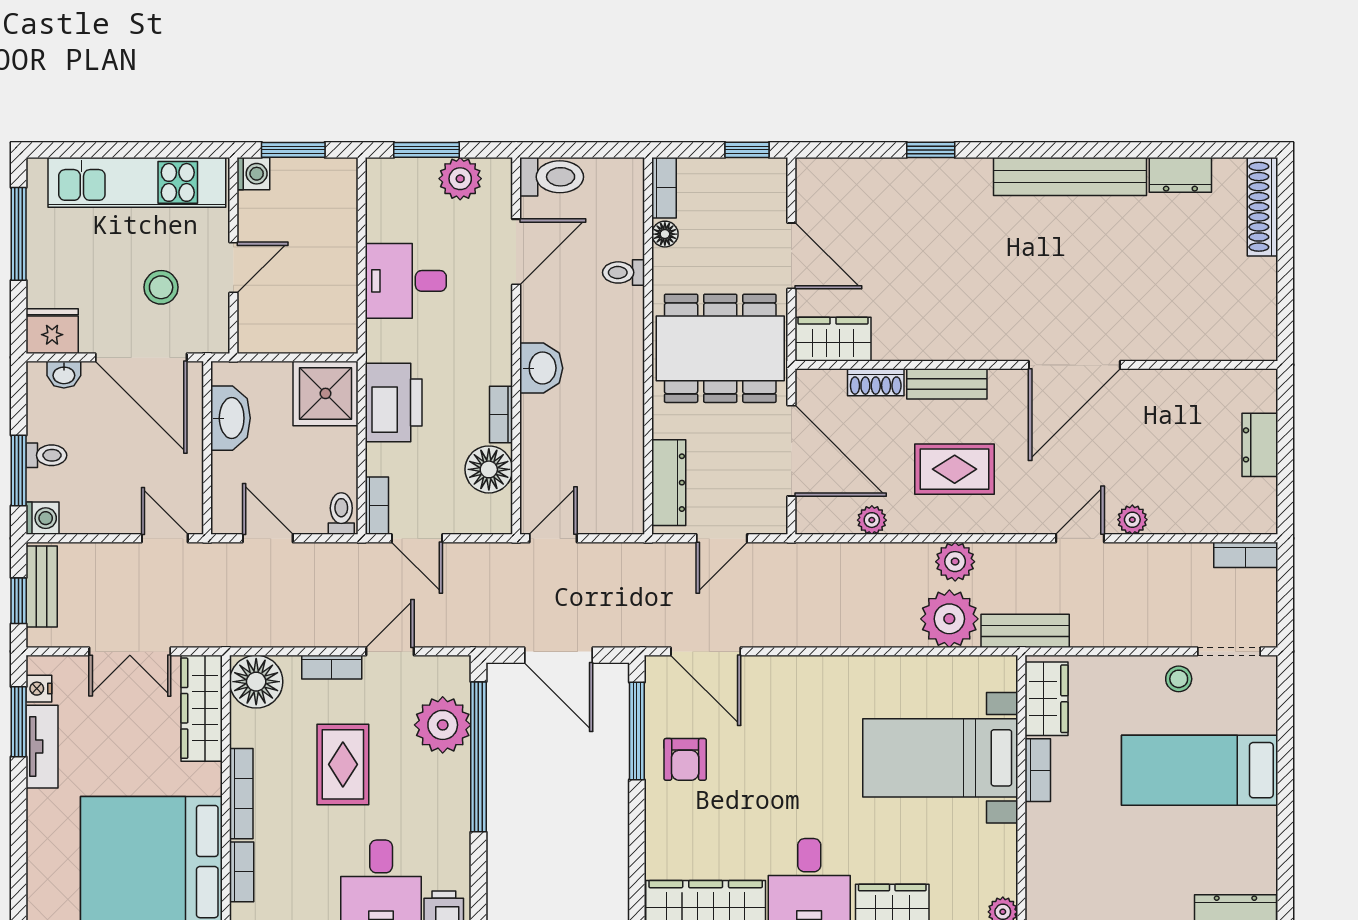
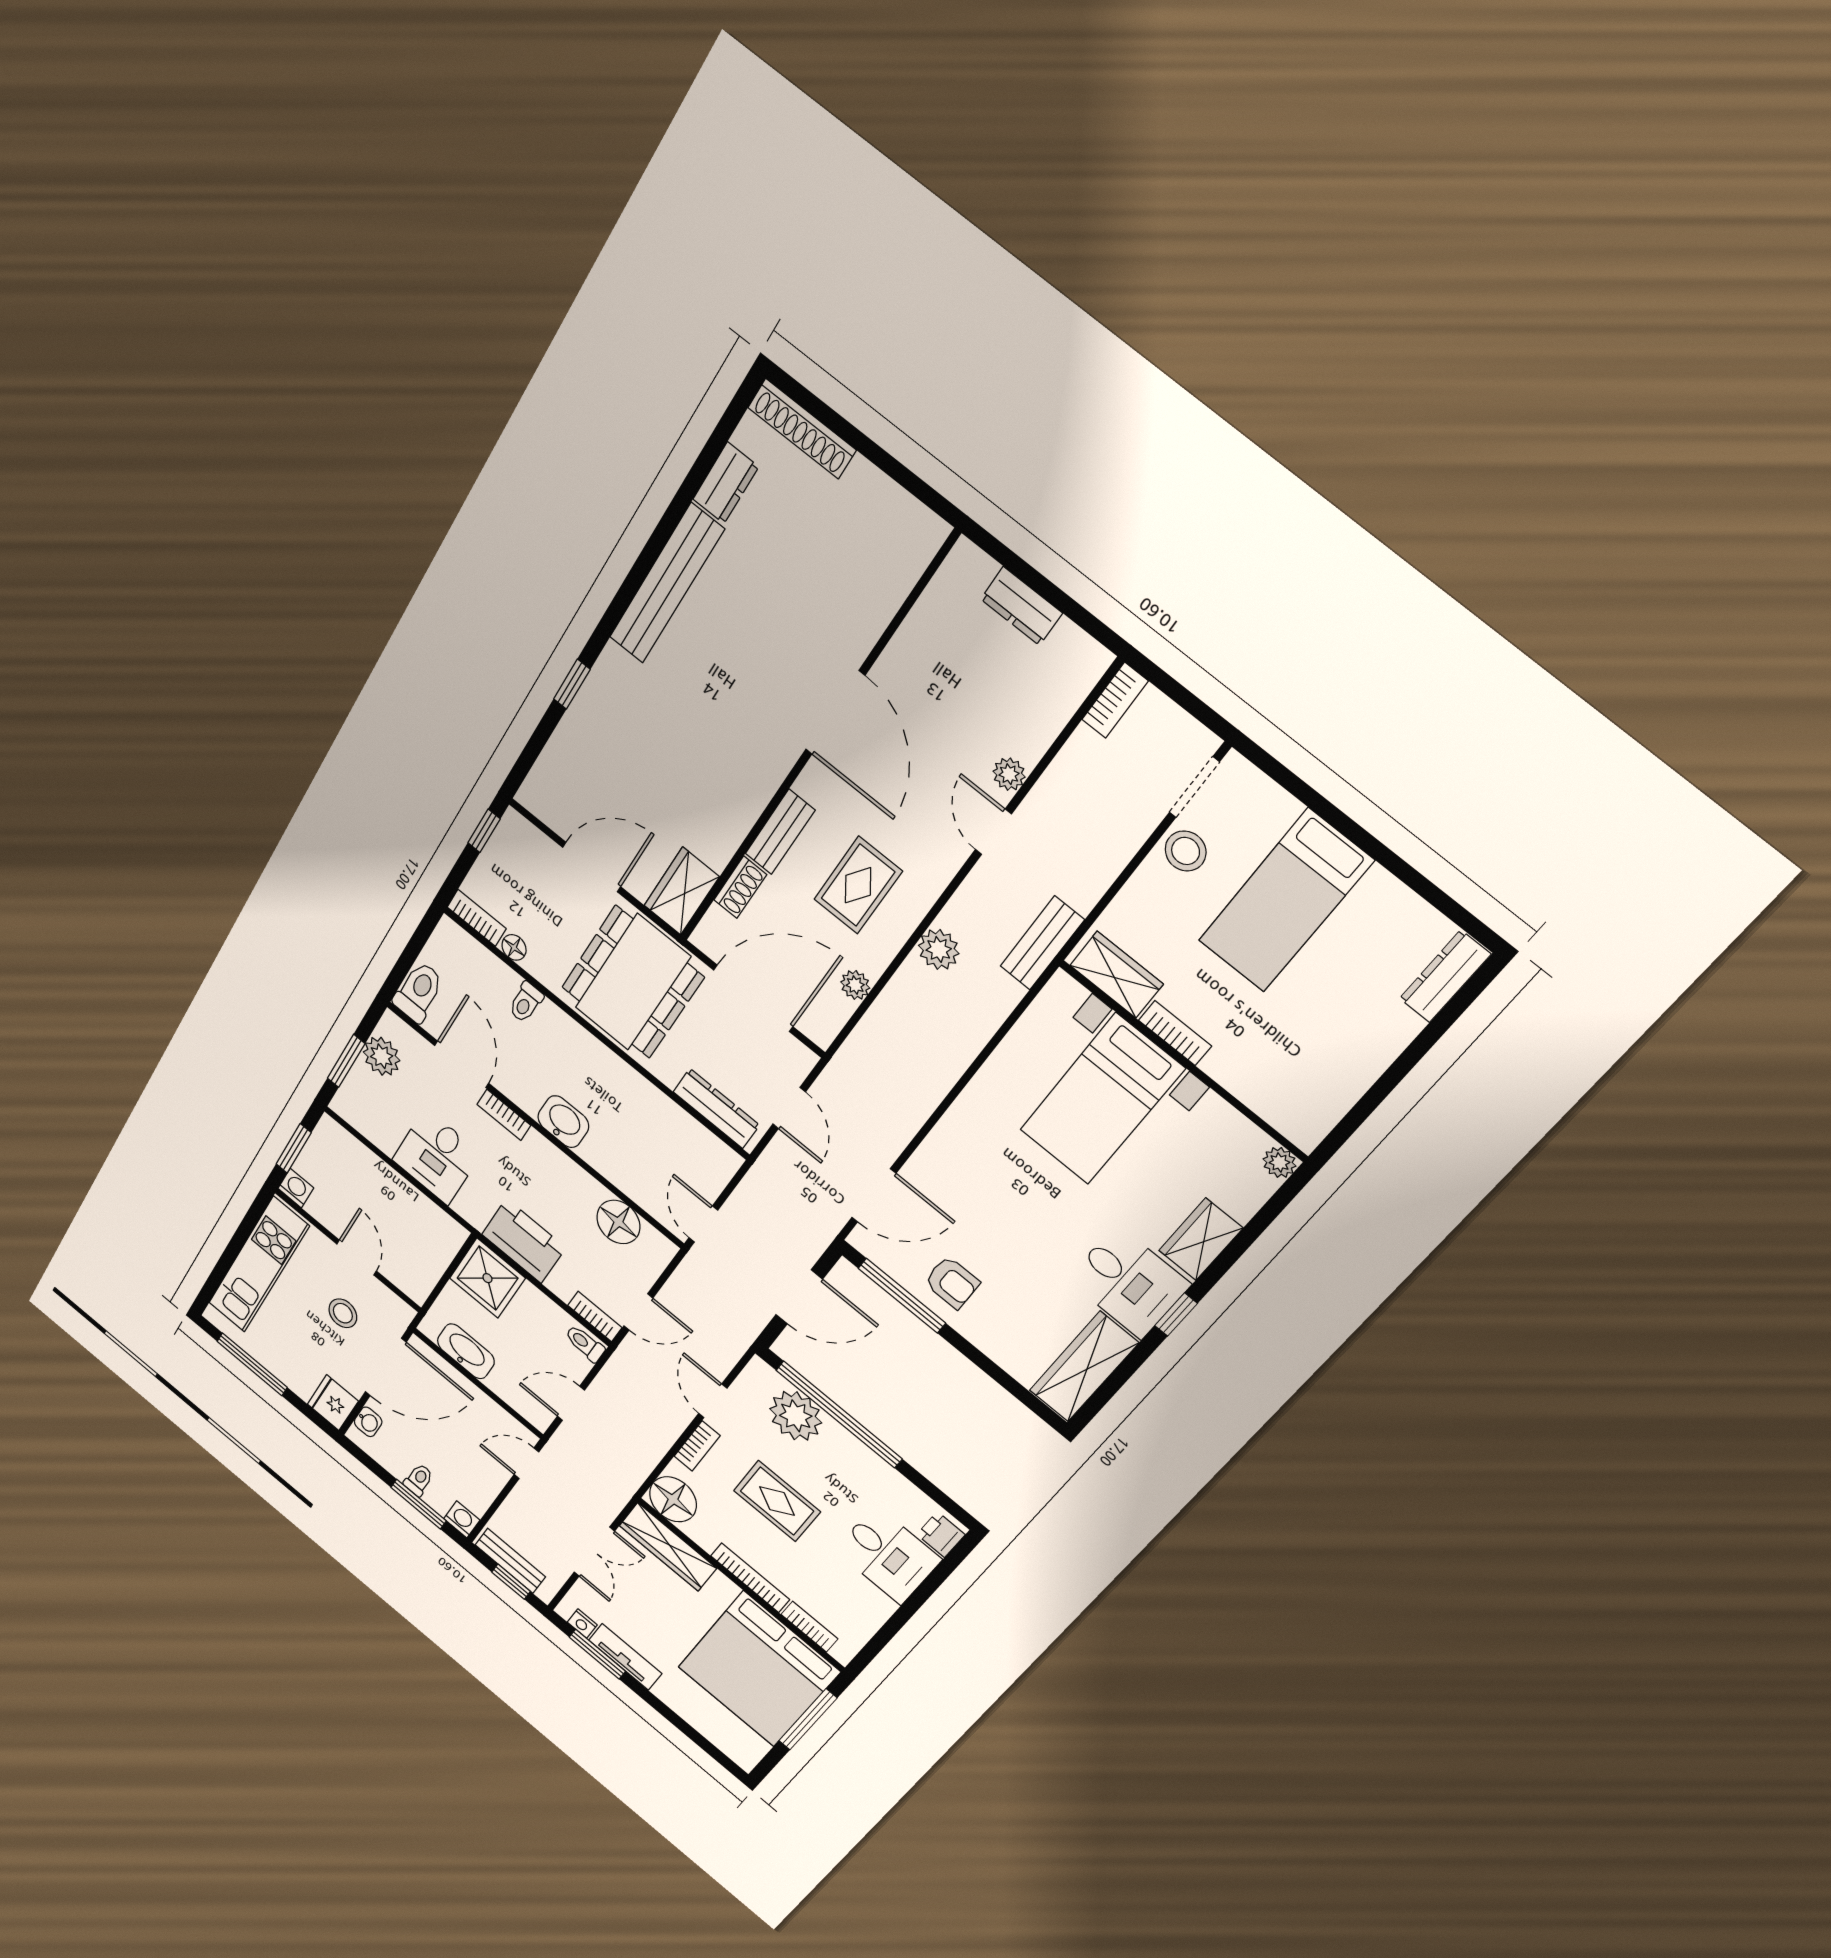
bookcase: (501, 414) -> (504, 1115), moved
plant: (949, 619) -> (985, 994), removed
stool: (1179, 679) -> (1186, 851), width x1.37, depth x1.37

